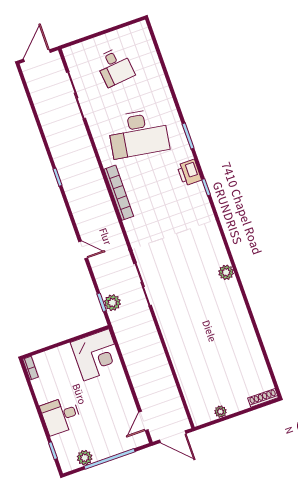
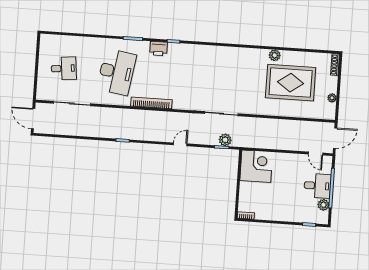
plant: (226, 272) -> (275, 55), moved
rug: (217, 353) -> (291, 83), added
desk: (61, 416) -> (317, 186), moved, turned -90

